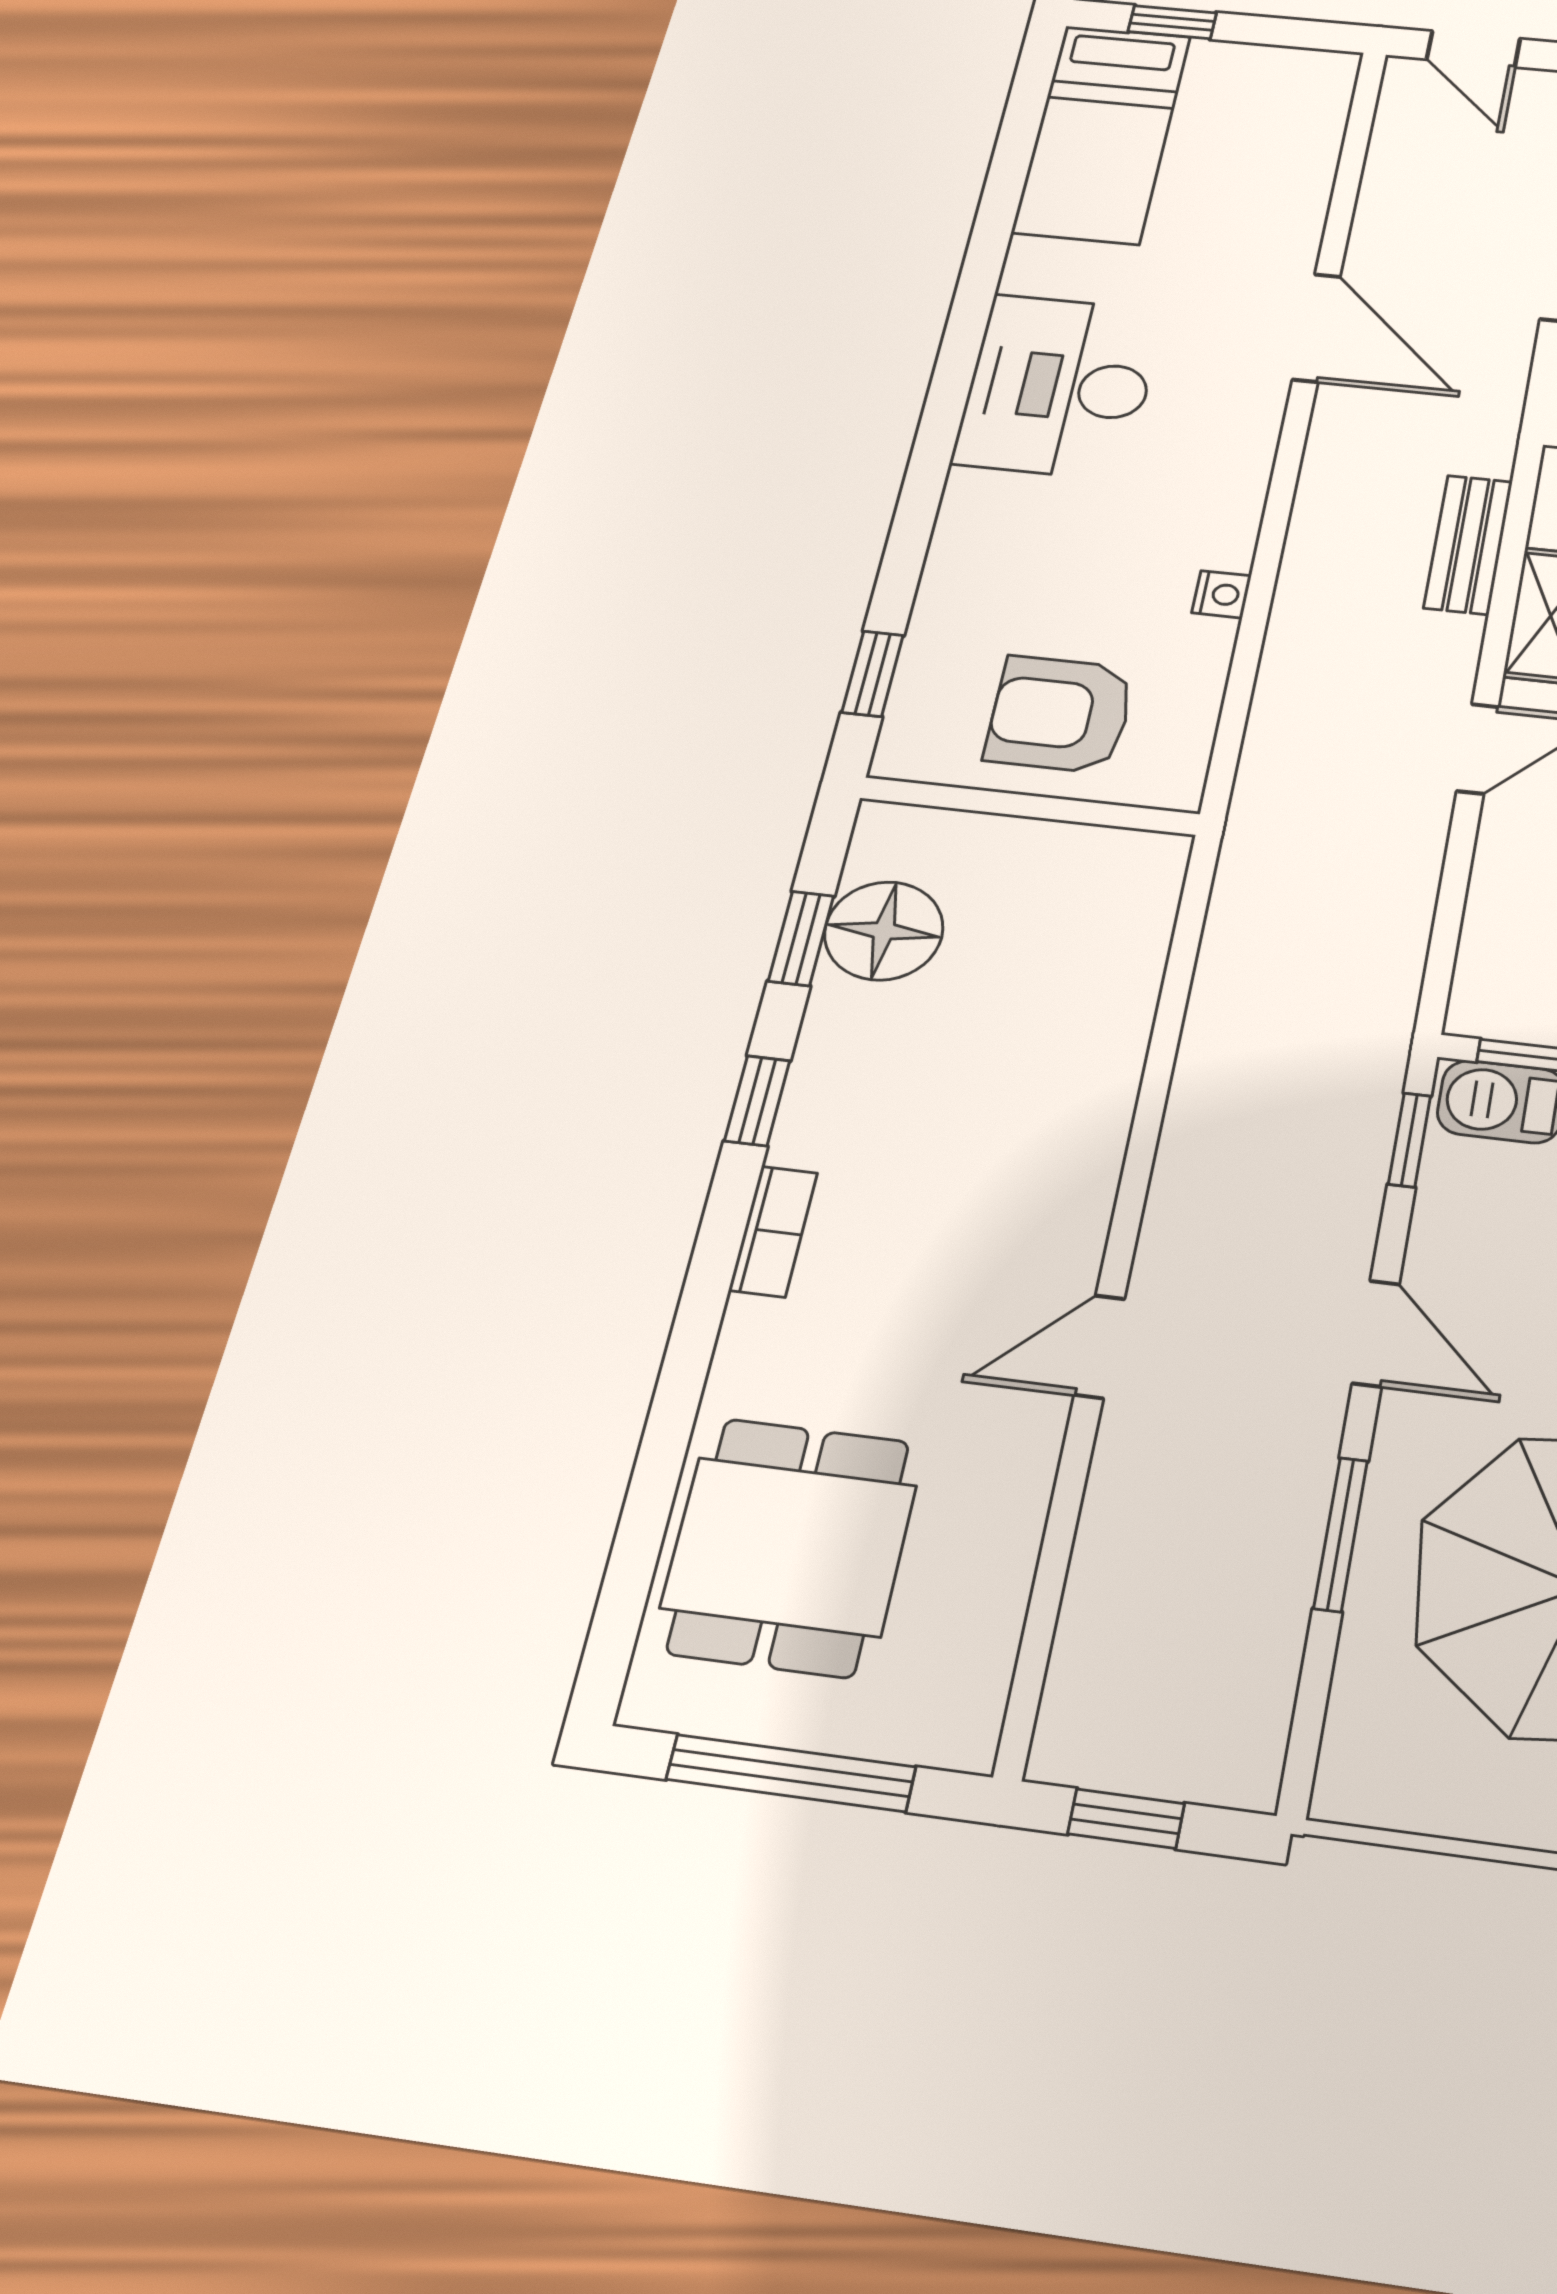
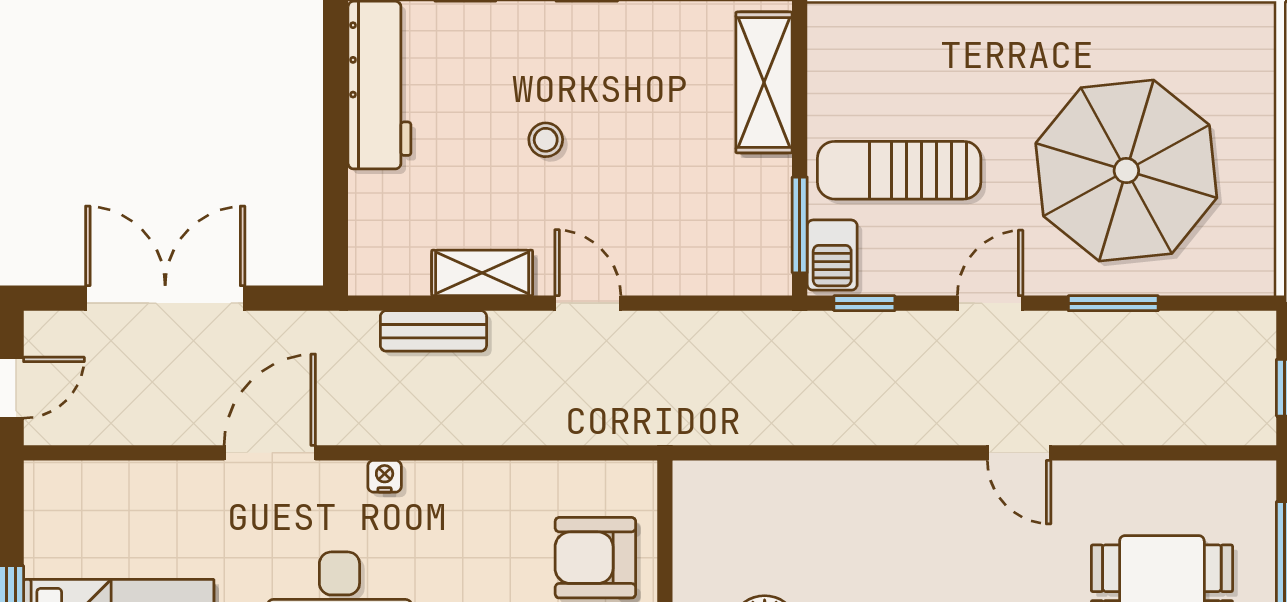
nightstand: (1222, 594) -> (385, 476), moved
armchair: (1060, 714) -> (595, 558), turned 90

